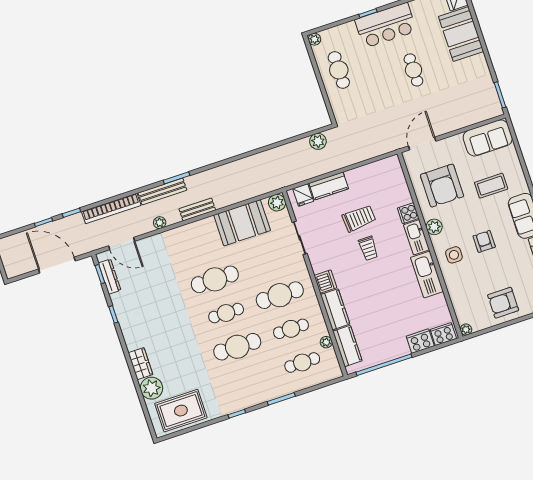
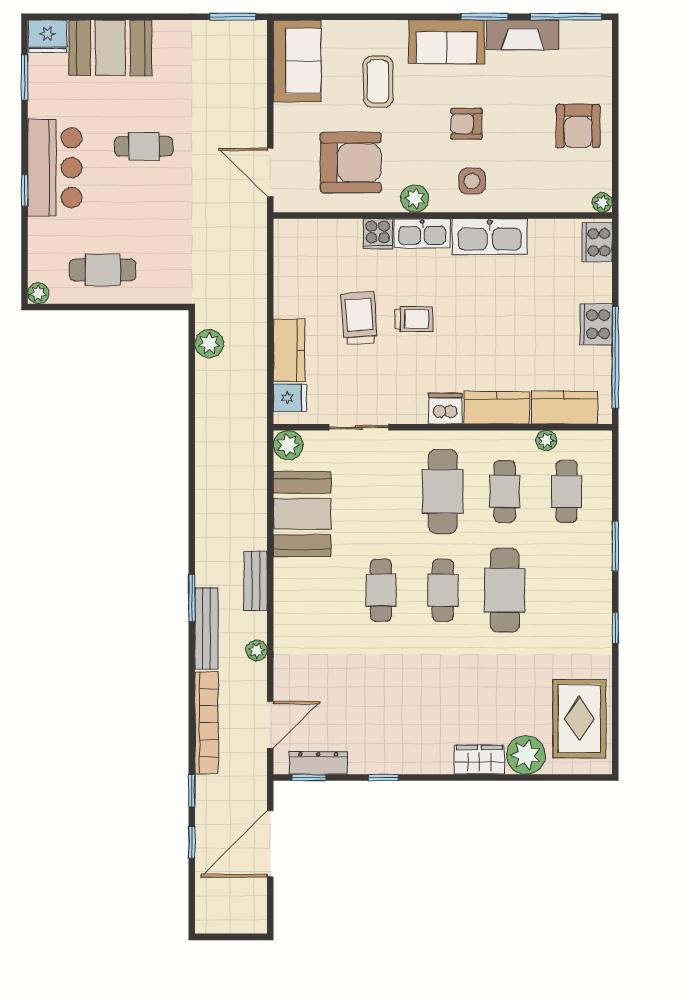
cafe table: (215, 279) -> (381, 590), width x0.73, depth x0.74
cooker: (420, 341) -> (596, 324), moved

